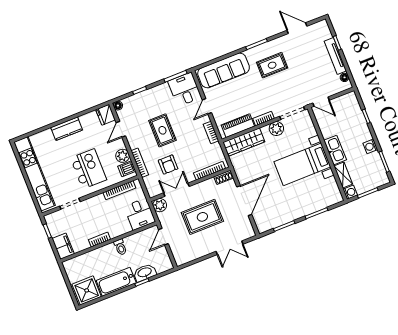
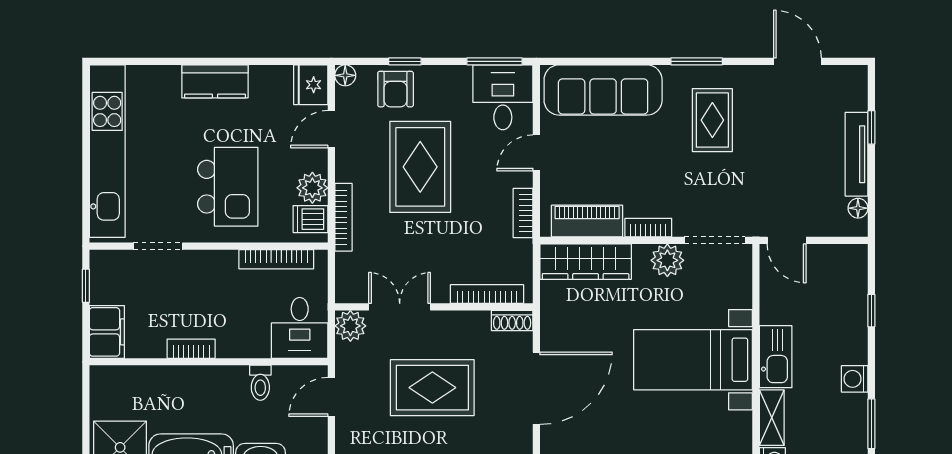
rug: (272, 65) -> (712, 120), turned 90
rug: (162, 130) -> (420, 167), width x1.36, depth x1.43
armchair: (168, 165) -> (396, 89), moved
toilet: (120, 247) -> (260, 383), moved

